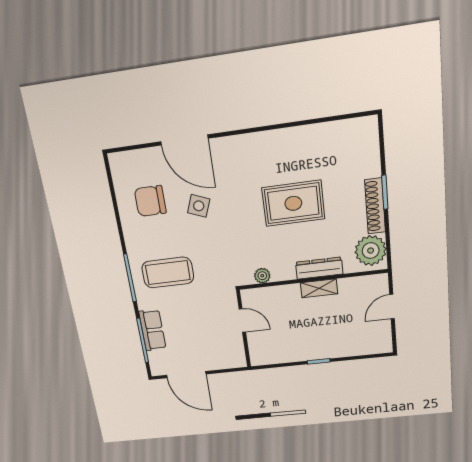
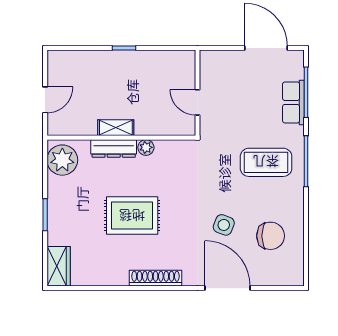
wardrobe: (367, 138) -> (59, 266), added
shoe rack: (375, 206) -> (156, 278), moved, turned -90
plant: (262, 276) -> (146, 147), moved

